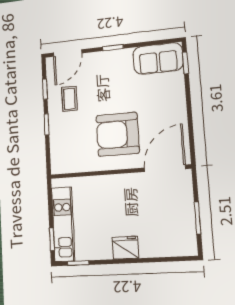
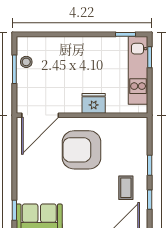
armchair: (118, 134) -> (82, 150), turned 180
stool: (185, 227) -> (26, 62), added
fridge: (125, 248) -> (94, 103), moved, turned 180

